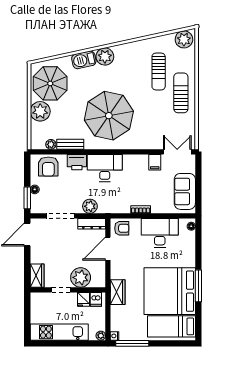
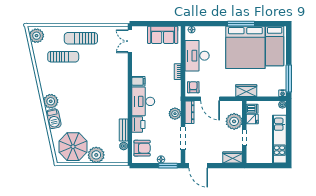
parasol: (109, 116) -> (100, 98), removed
filing cabinet: (155, 162) -> (138, 81), moved

